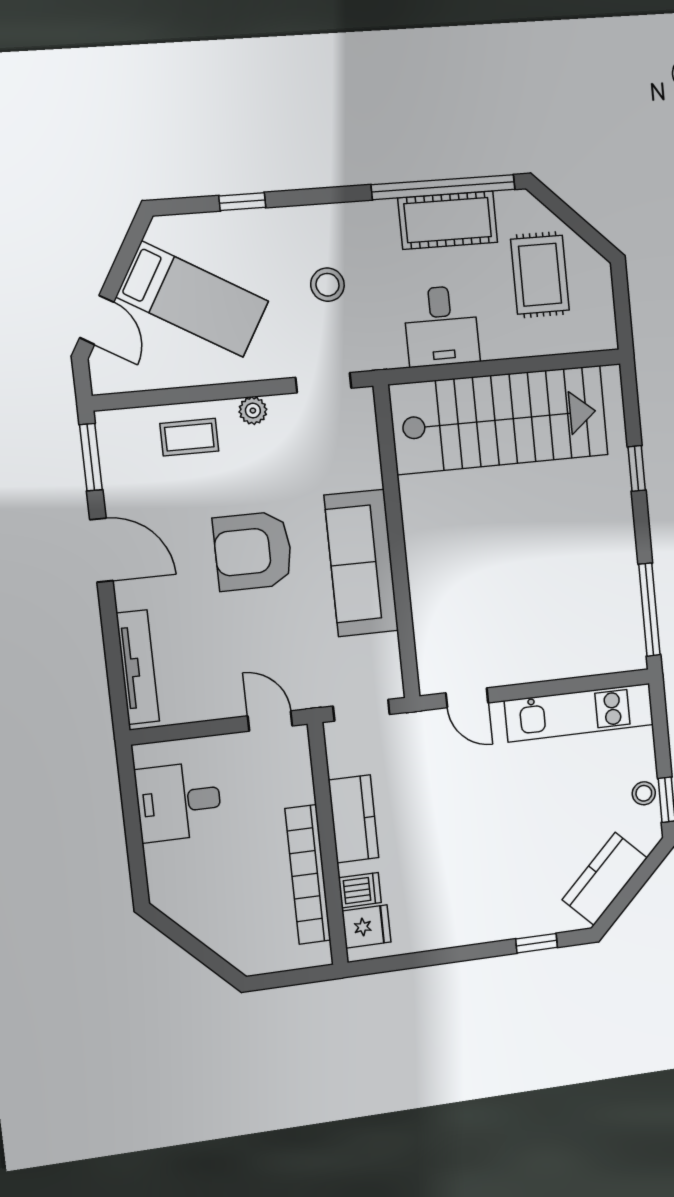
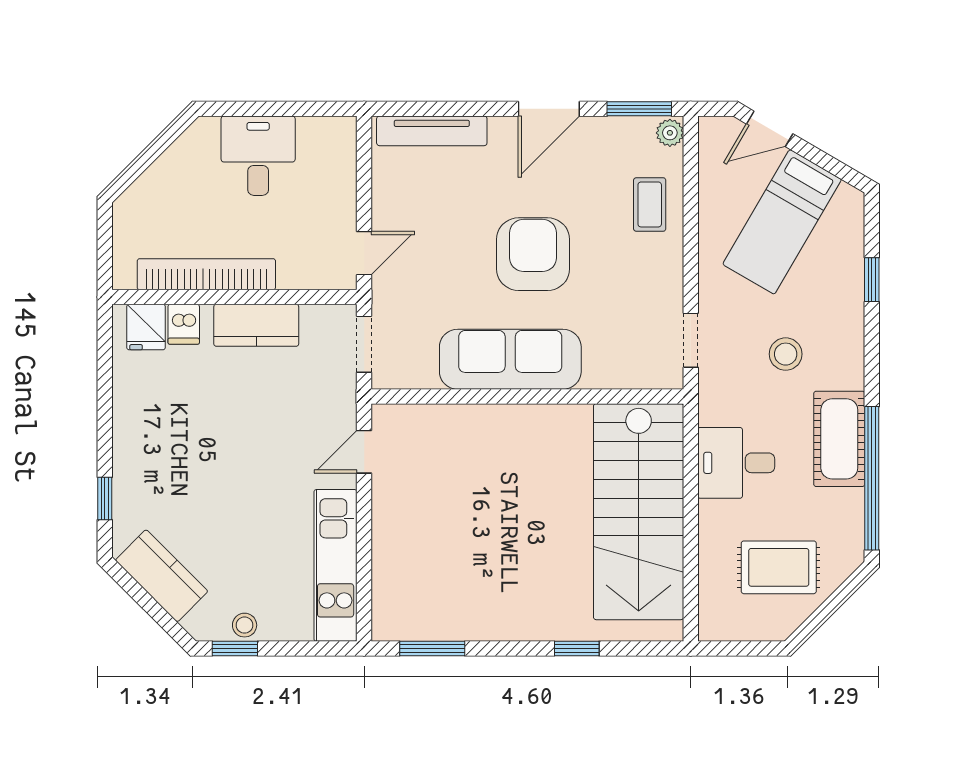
cot: (448, 220) -> (839, 439), moved
plant: (253, 411) -> (670, 133), moved
window: (649, 610) -> (432, 649), width x0.69
desk: (179, 802) -> (258, 156), moved

